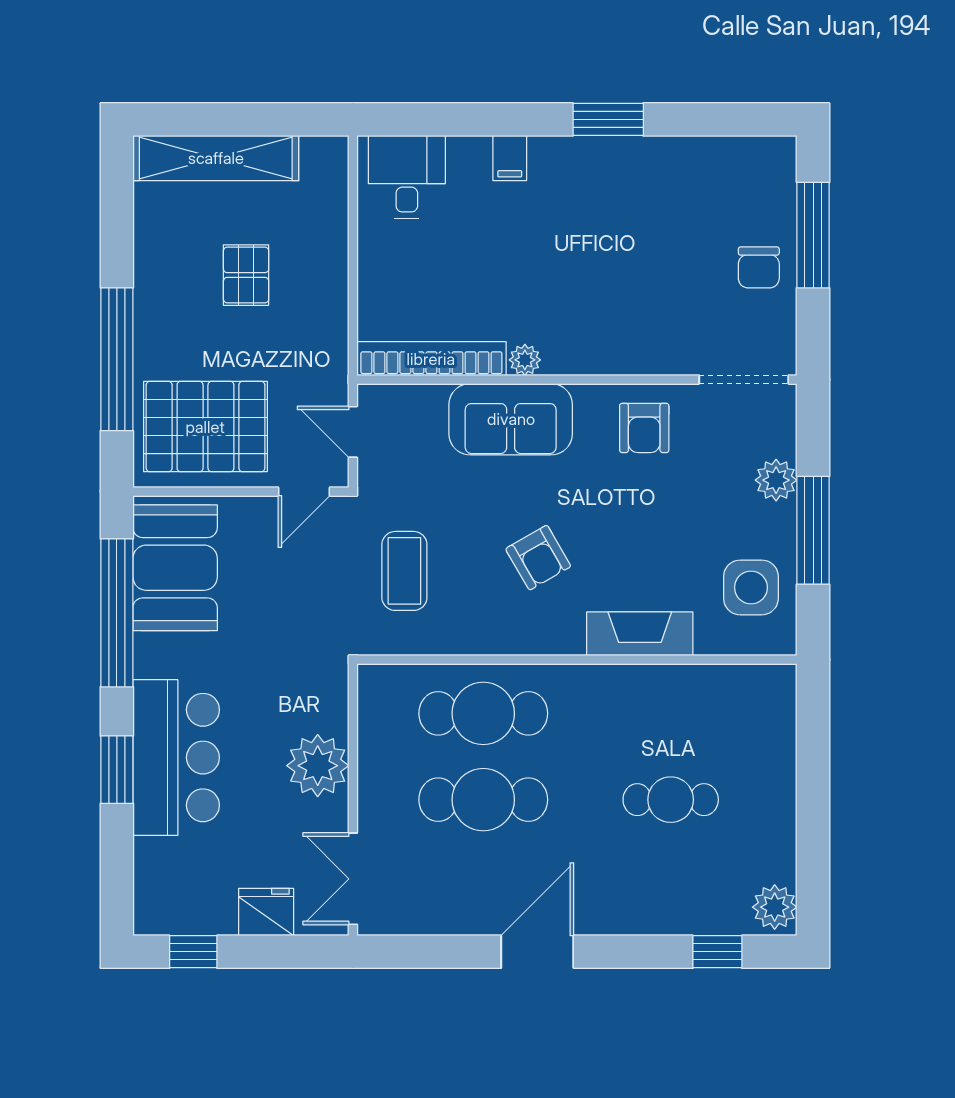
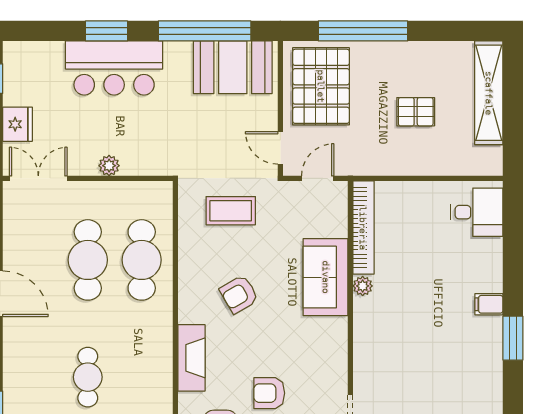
filing cabinet: (510, 158) -> (489, 304), moved
armchair: (644, 428) -> (269, 393), moved
plant: (318, 766) -> (109, 166), width x0.53, depth x0.53

